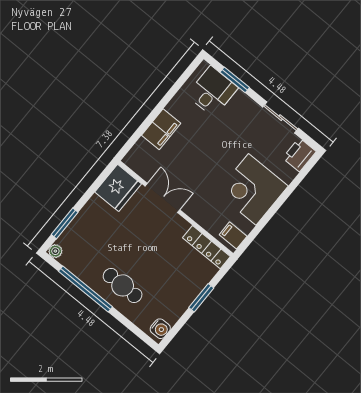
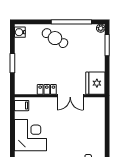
filing cabinet: (161, 129) -> (98, 128), removed
locker: (206, 247) -> (47, 89), moved, width x0.66
cafe table: (123, 285) -> (55, 38), turned 31

